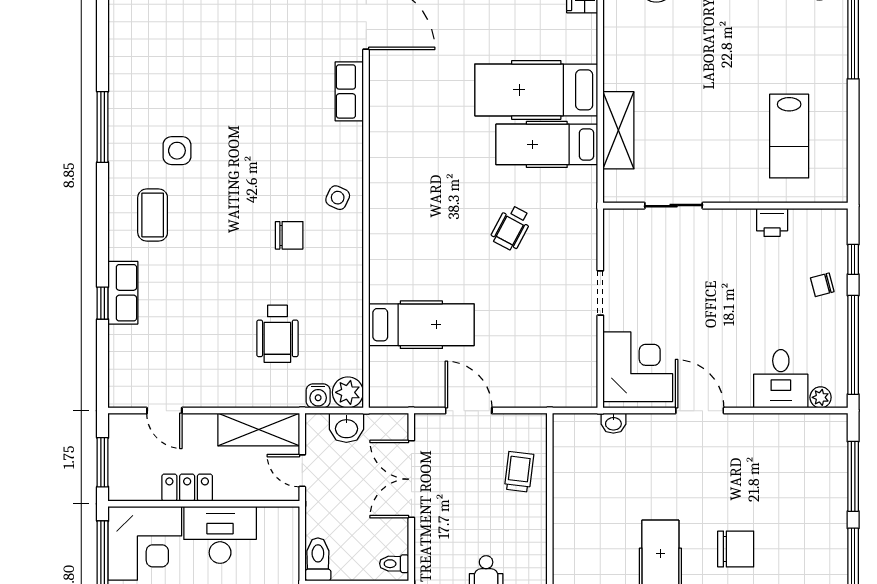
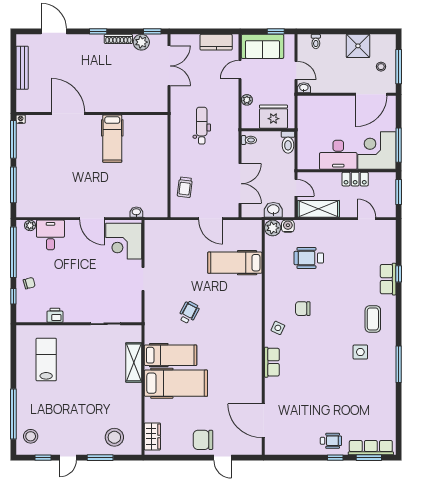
row of seats: (349, 91) -> (272, 362), moved
wheelchair: (277, 334) -> (309, 258), turned -90
chair: (736, 549) -> (74, 148), removed

